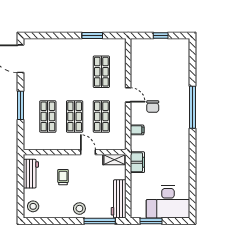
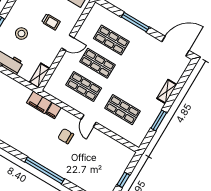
shelving: (63, 43) -> (167, 91), added
door: (128, 95) -> (89, 121), hinge flipped
door: (88, 152) -> (68, 43), moved
filing cabinet: (137, 162) -> (39, 102), moved
stool: (79, 209) -> (21, 34), moved

